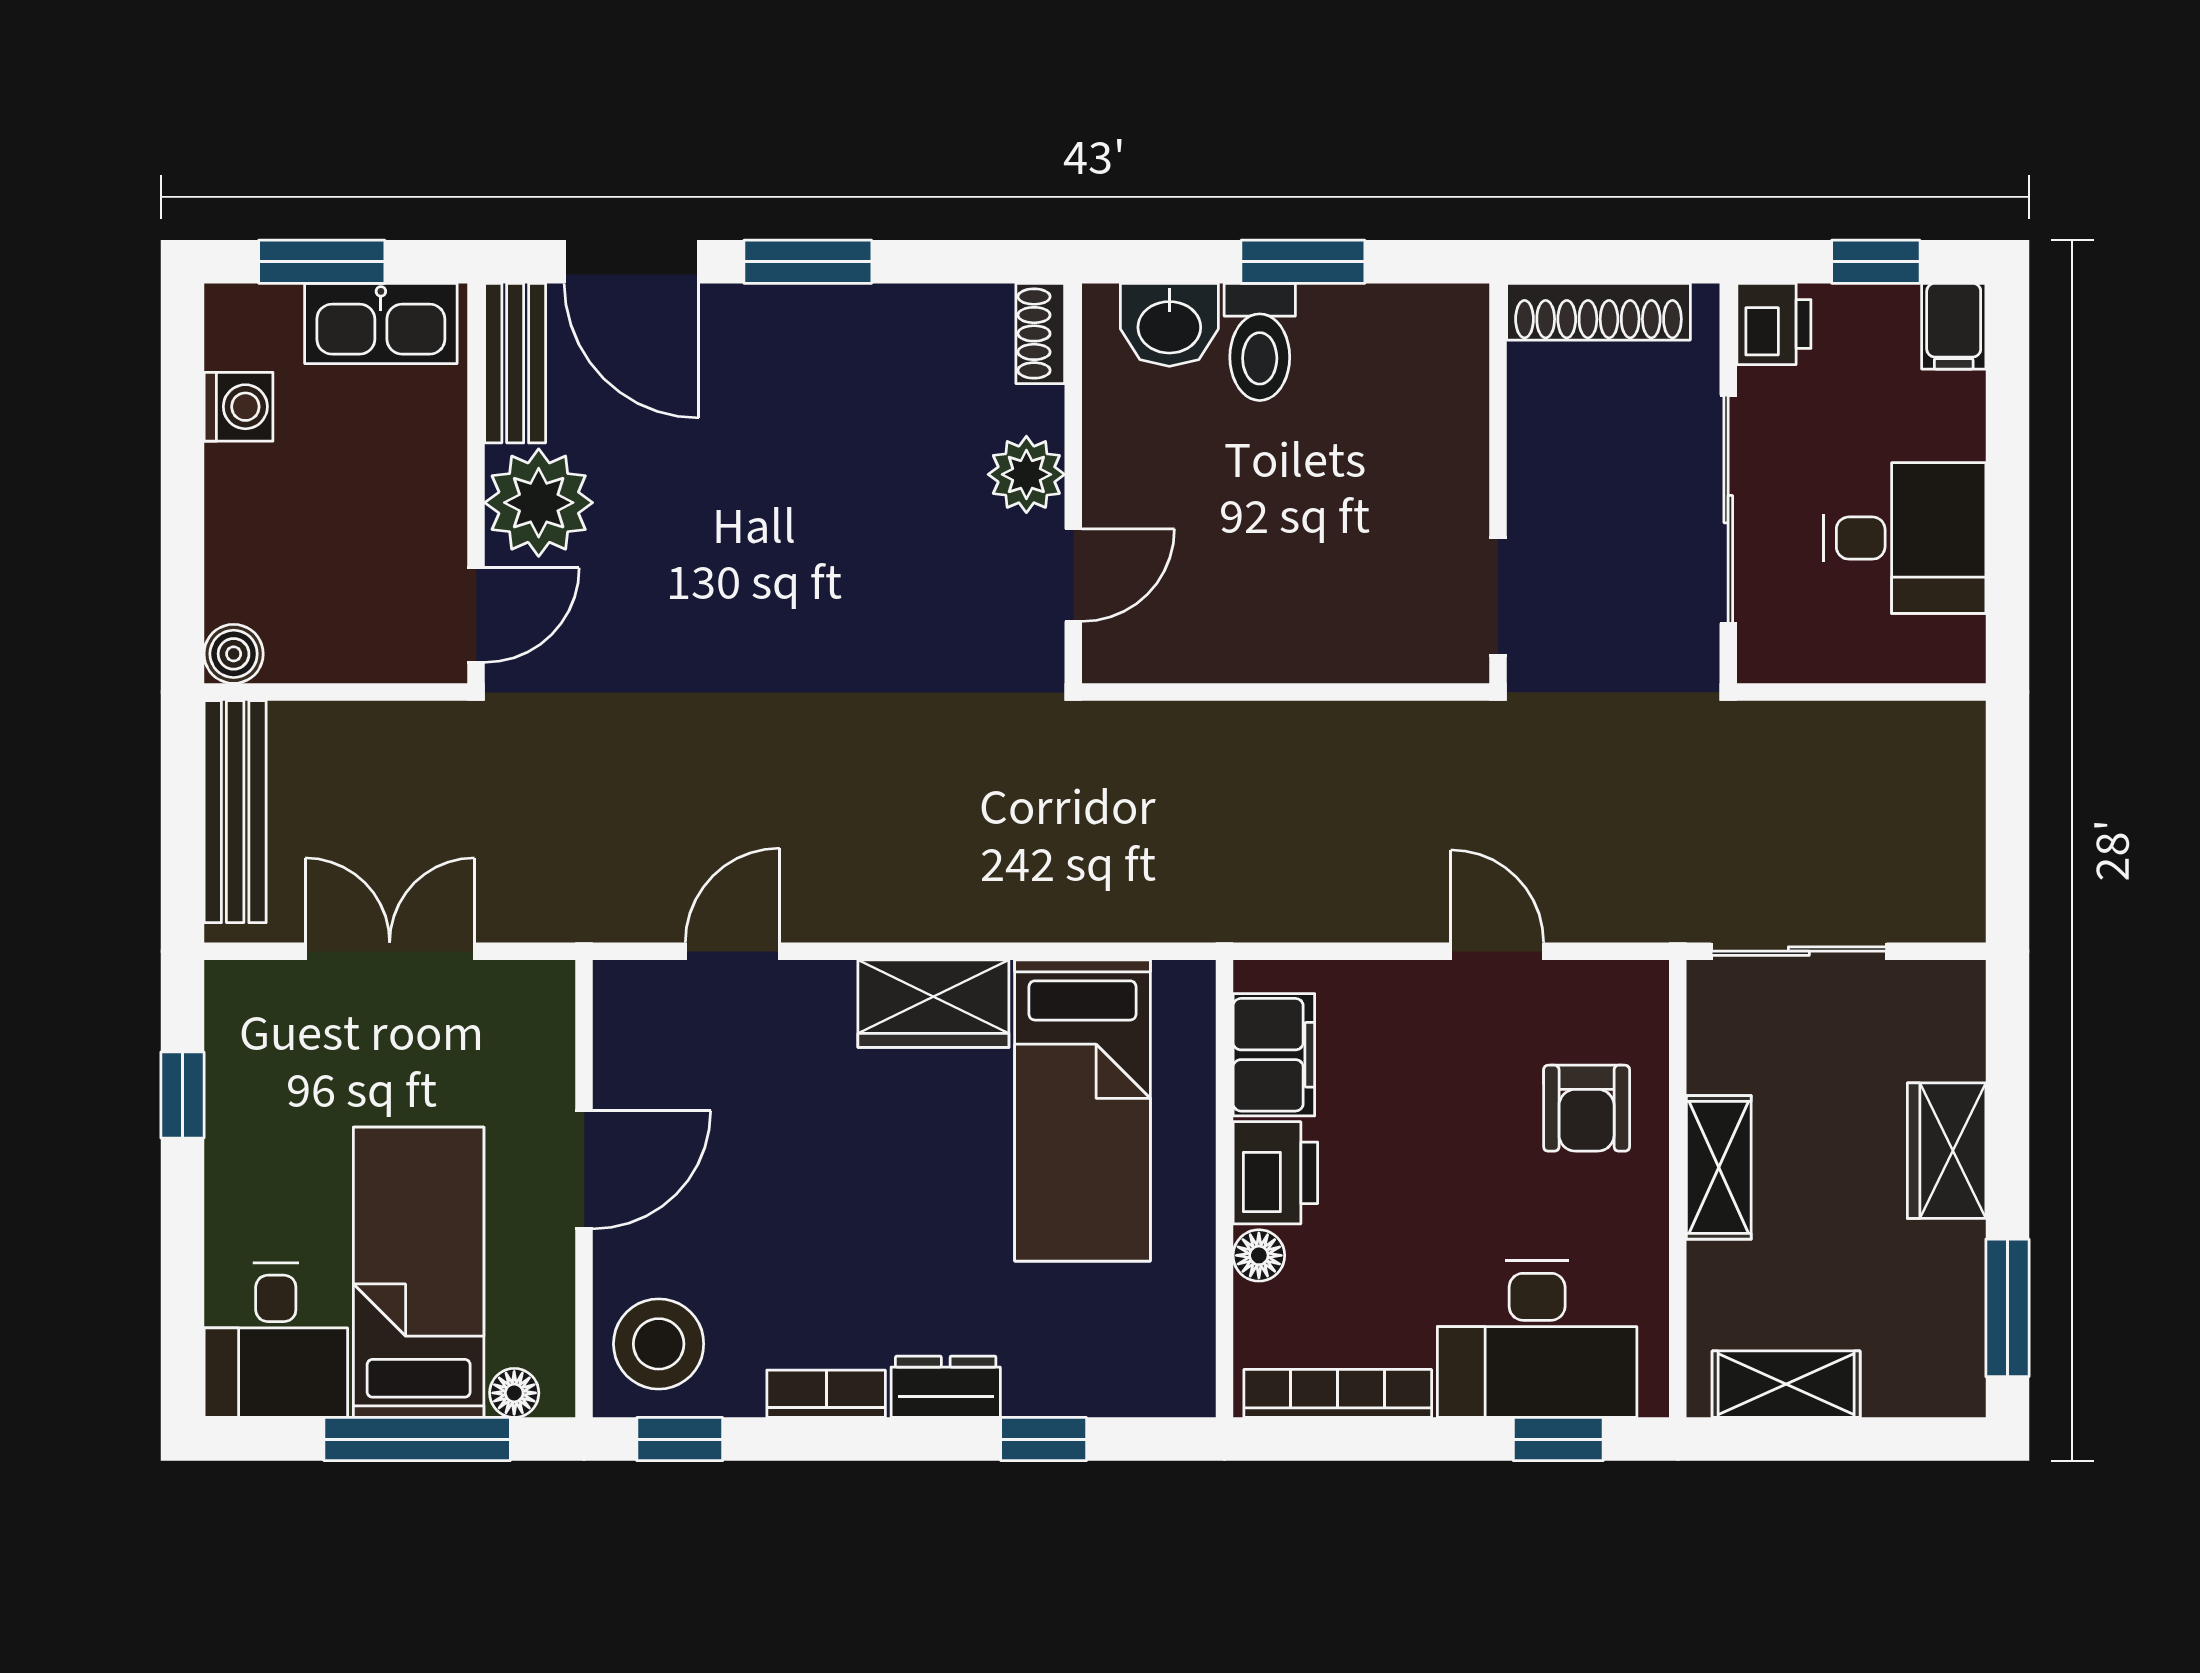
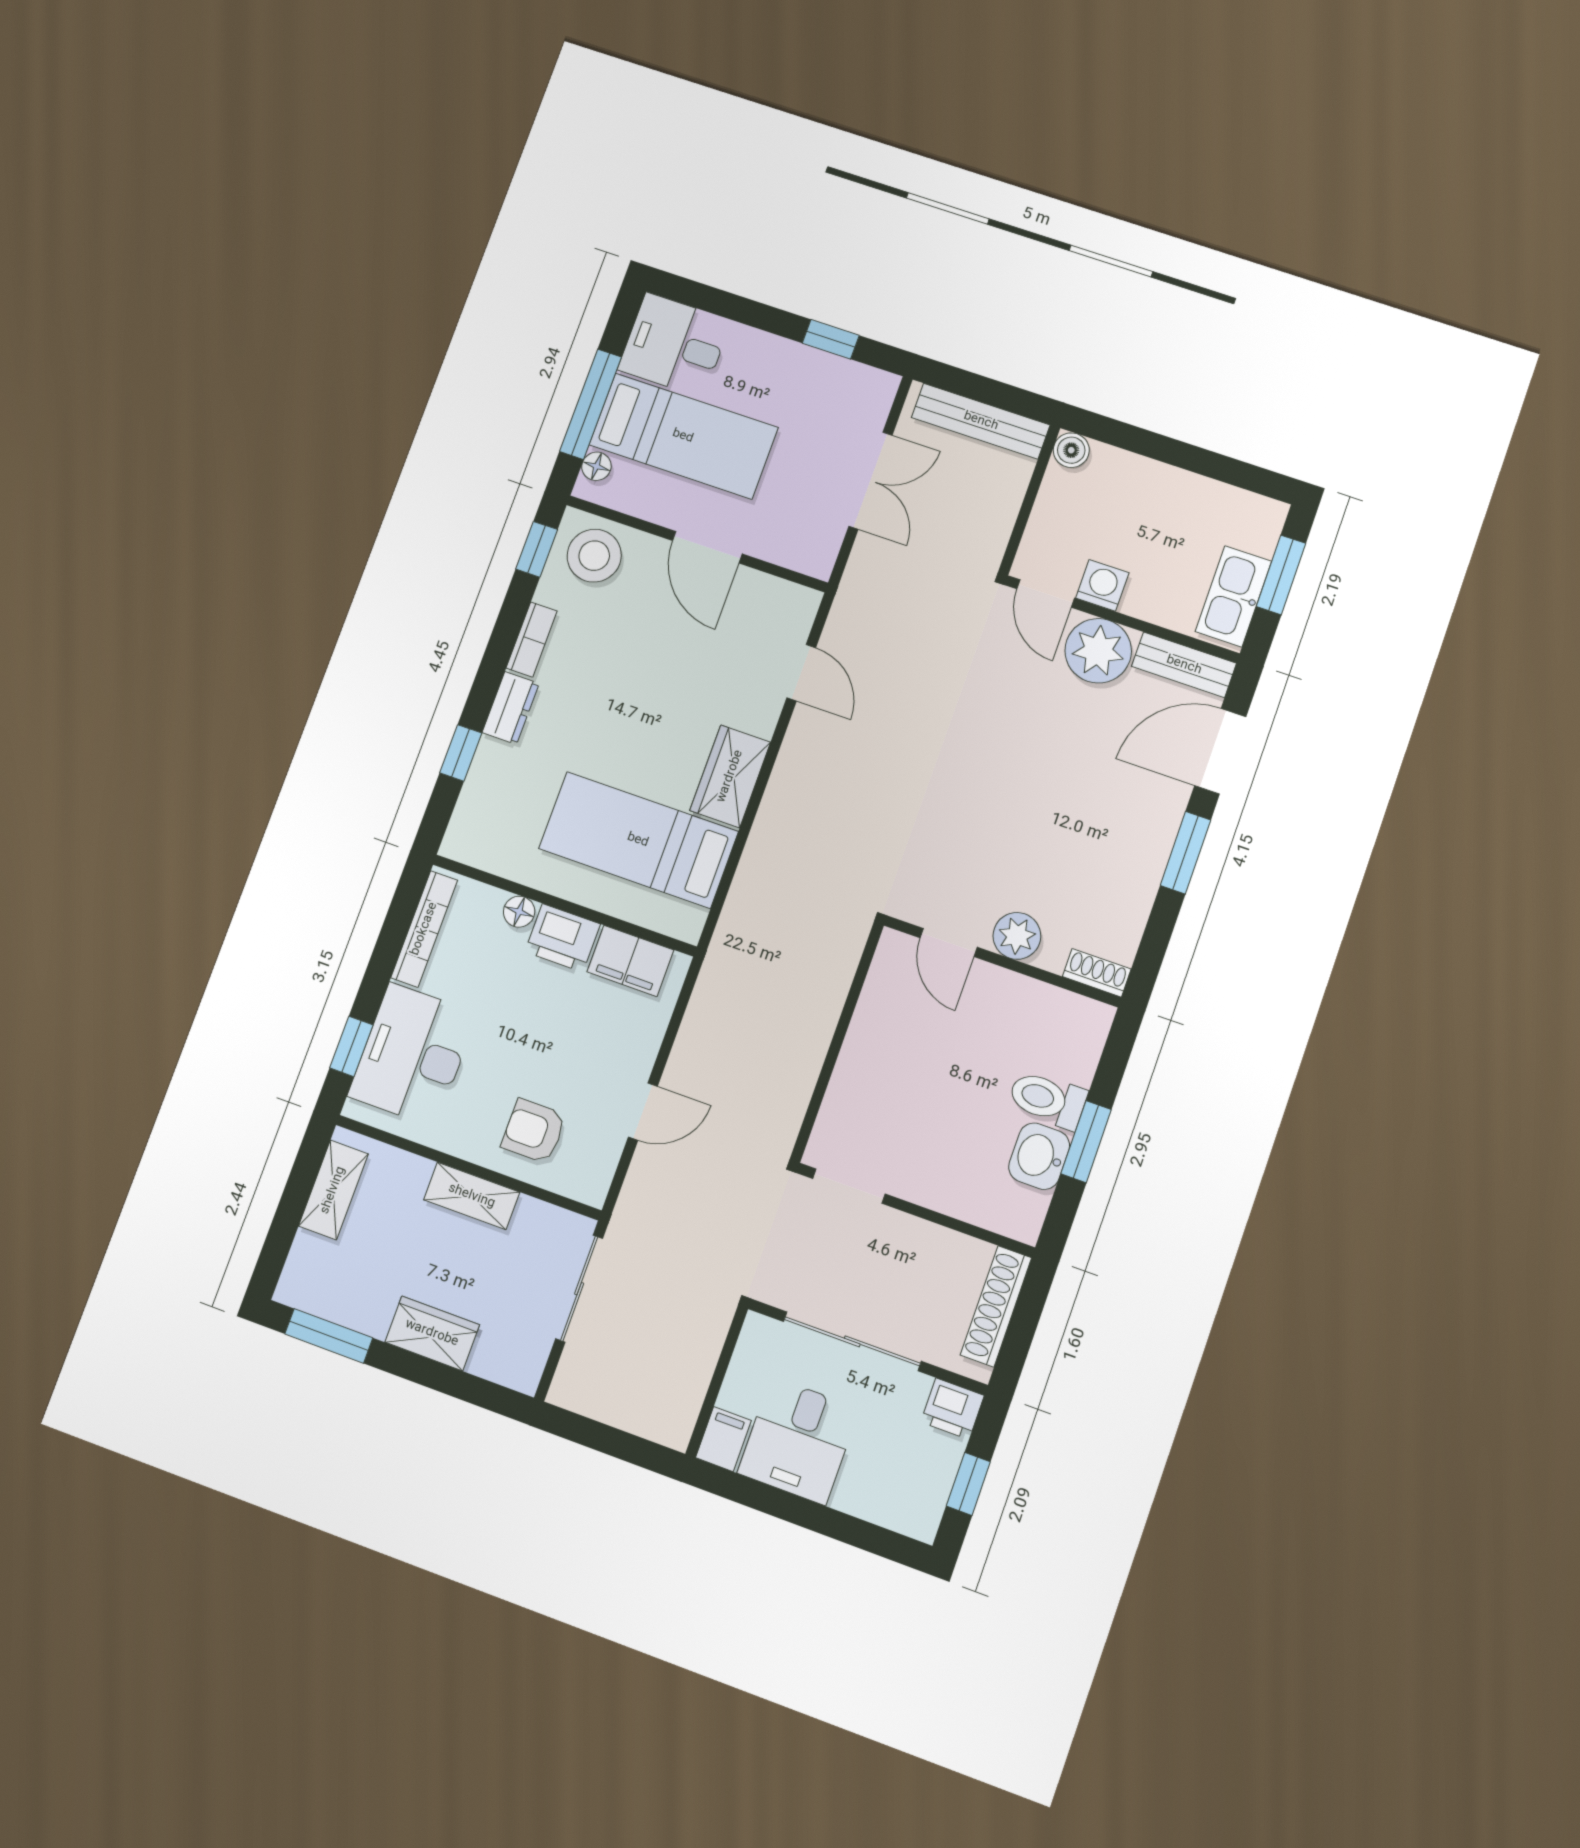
washbasin: (1169, 325) -> (1039, 1156), moved
filing cabinet: (1954, 326) -> (723, 1439), moved, turned 90
washing machine: (238, 407) -> (1102, 585), moved, turned 180

